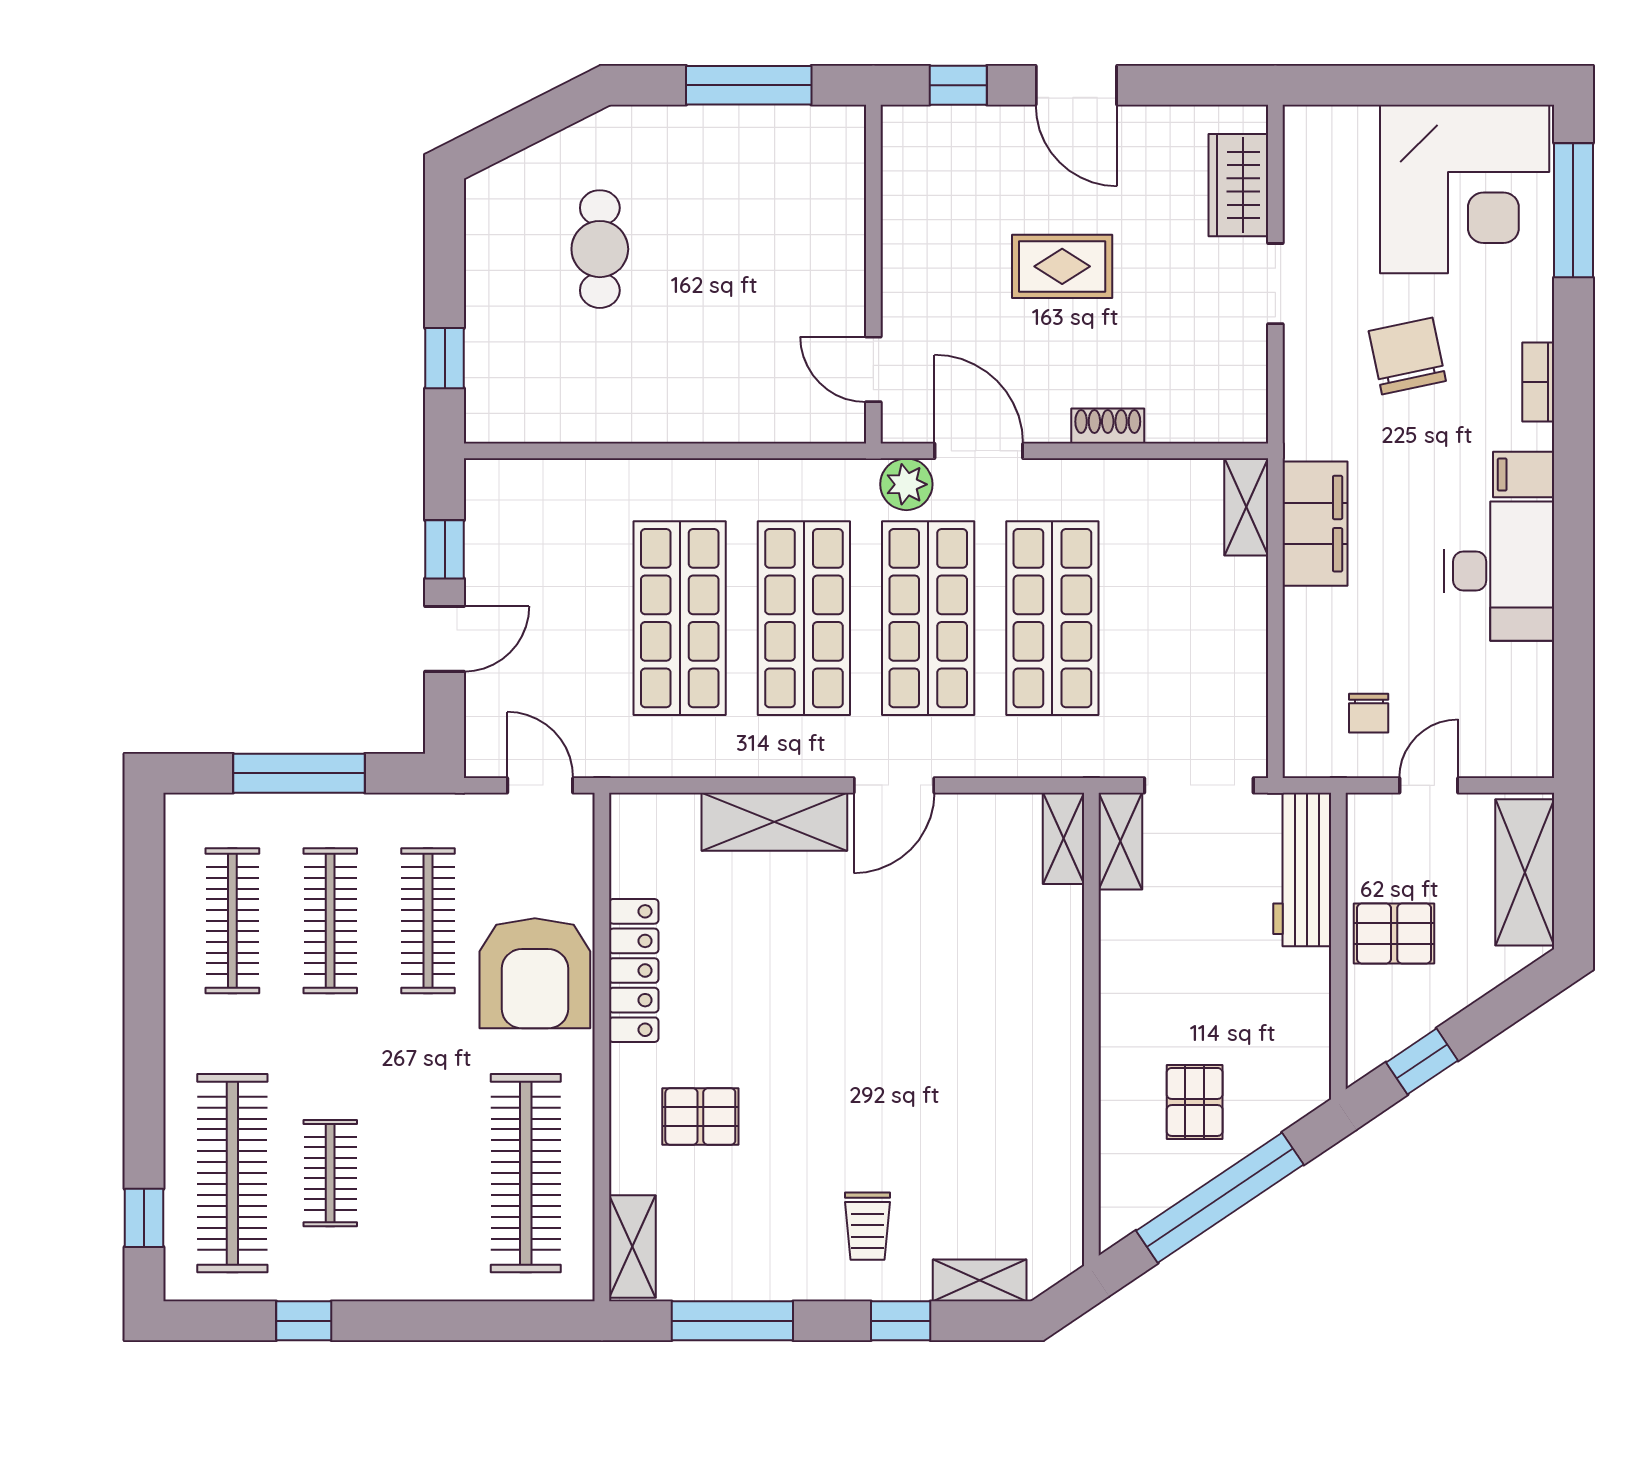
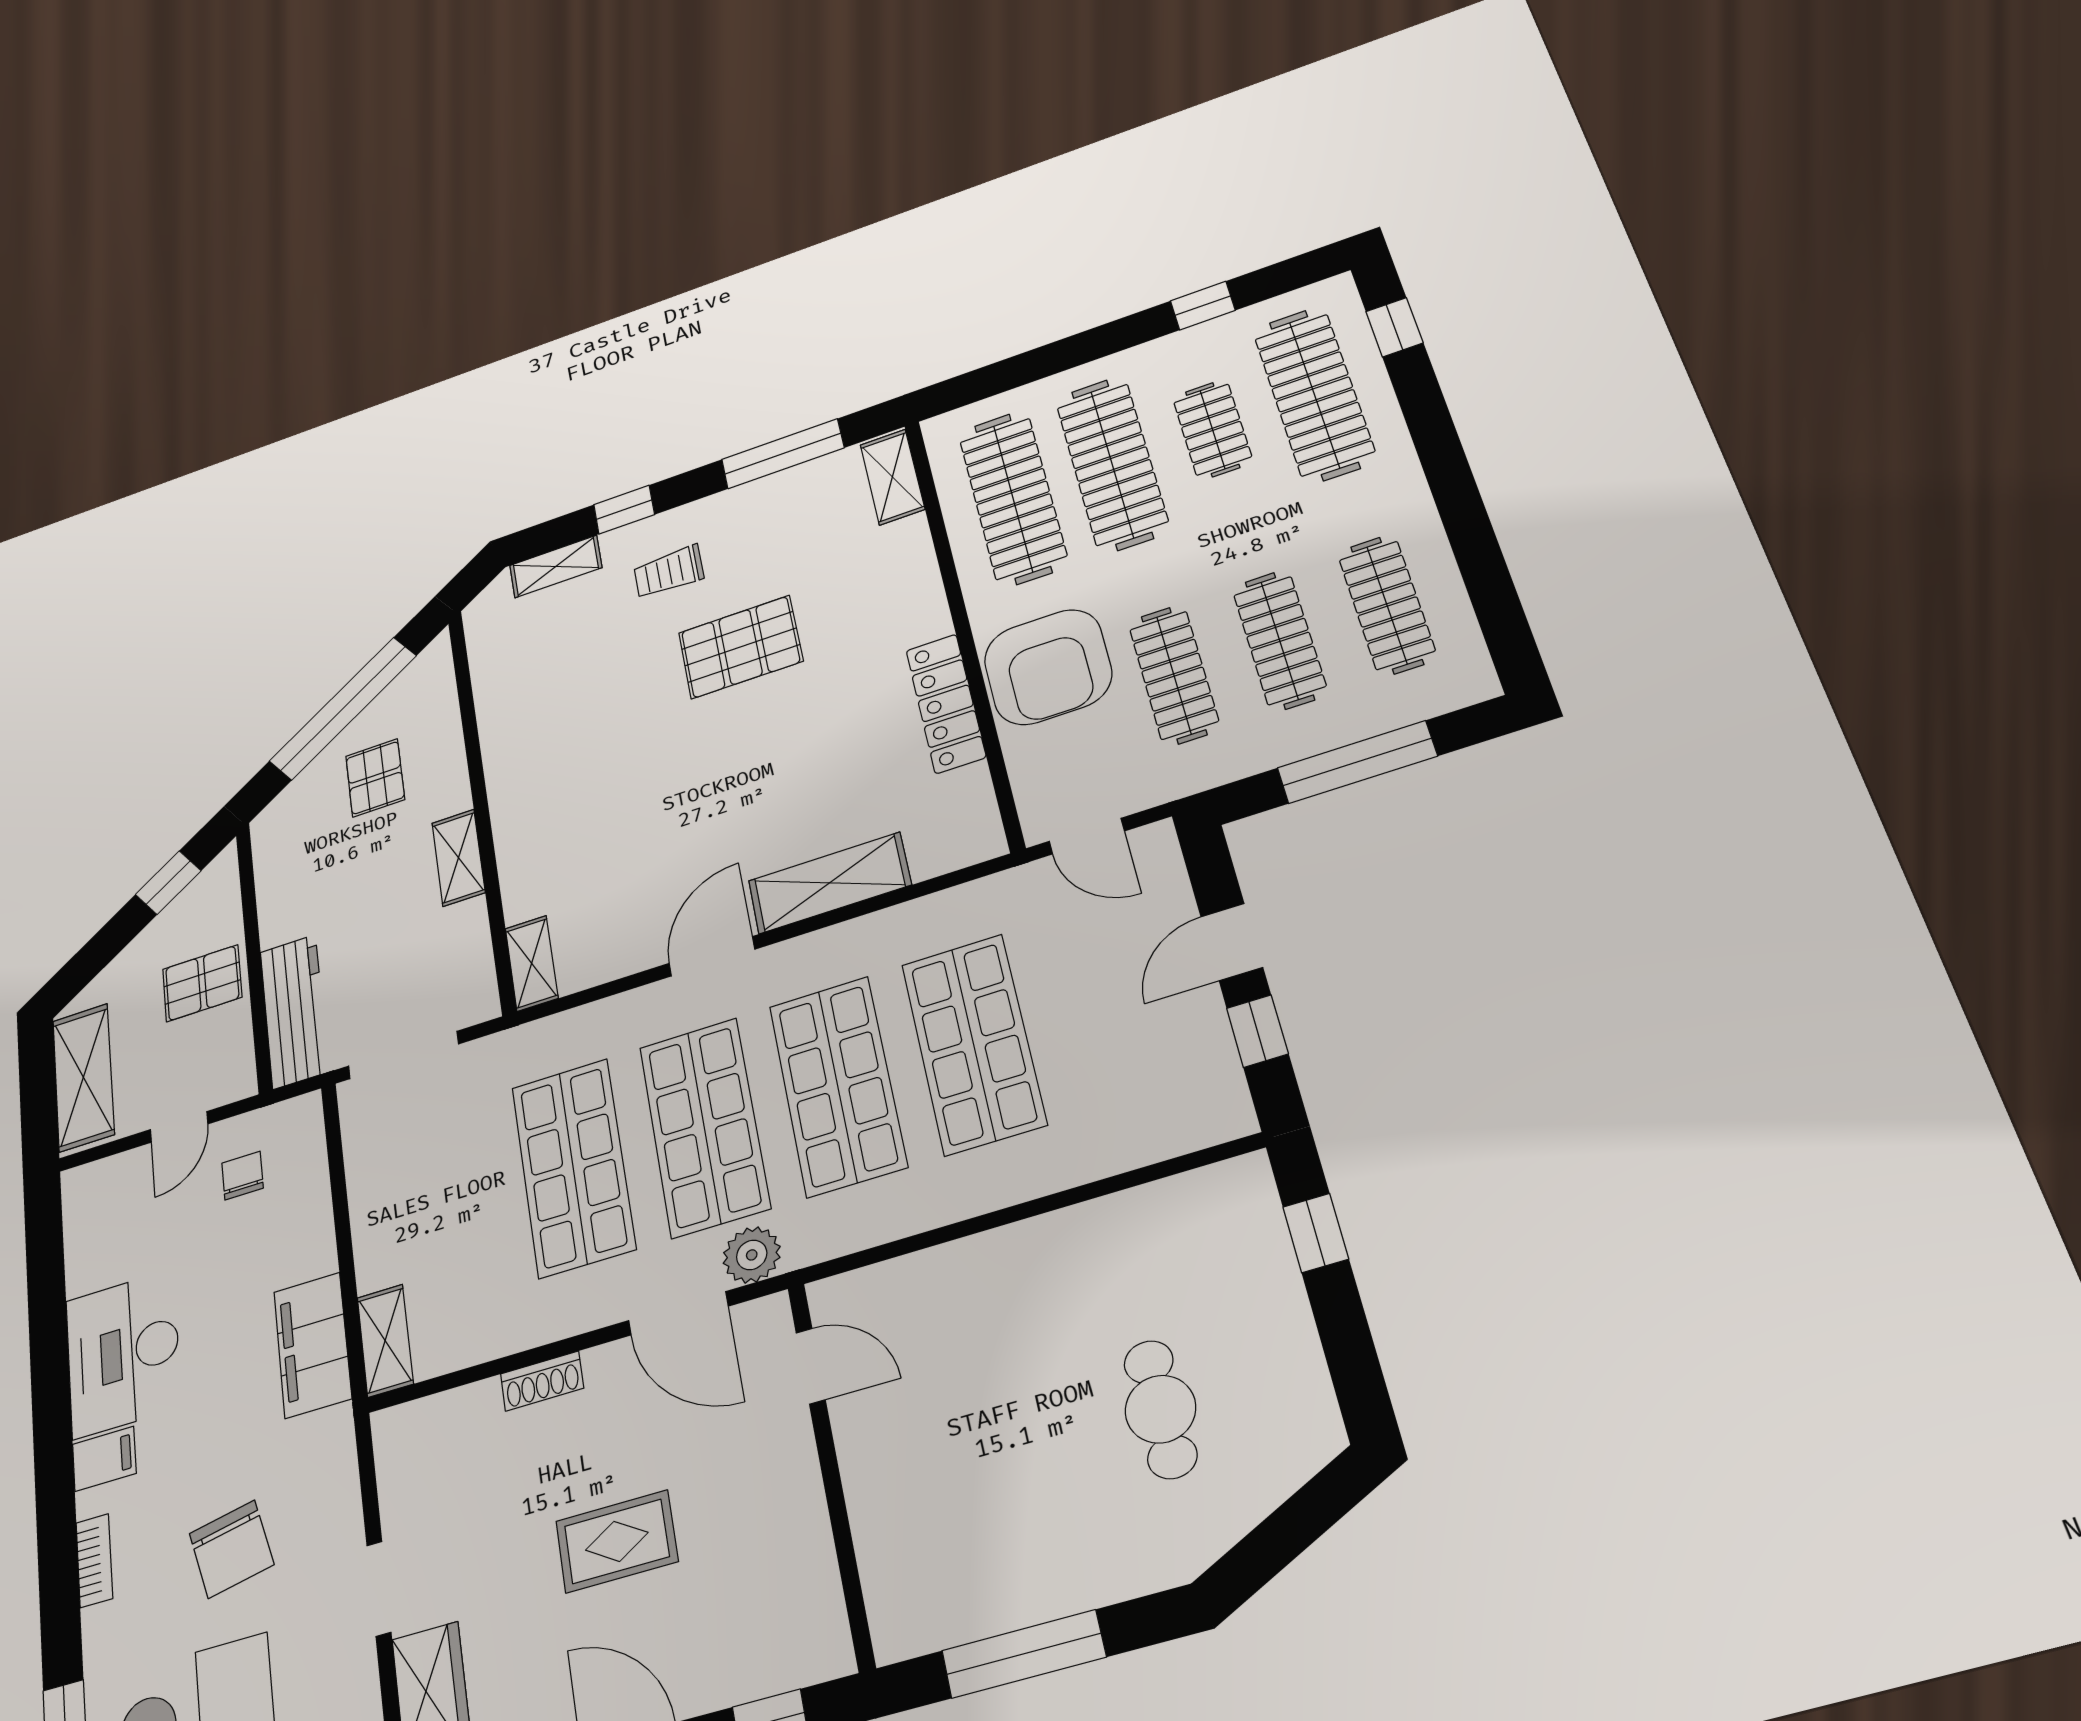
shelving: (1120, 841) -> (459, 858), moved
armchair: (535, 973) -> (1048, 667), turned 180
pallet: (700, 1117) -> (740, 647), moved, width x1.50, depth x1.42
clothes rail: (428, 1173) -> (1112, 464), added
trolley: (868, 1226) -> (669, 572), turned -90

